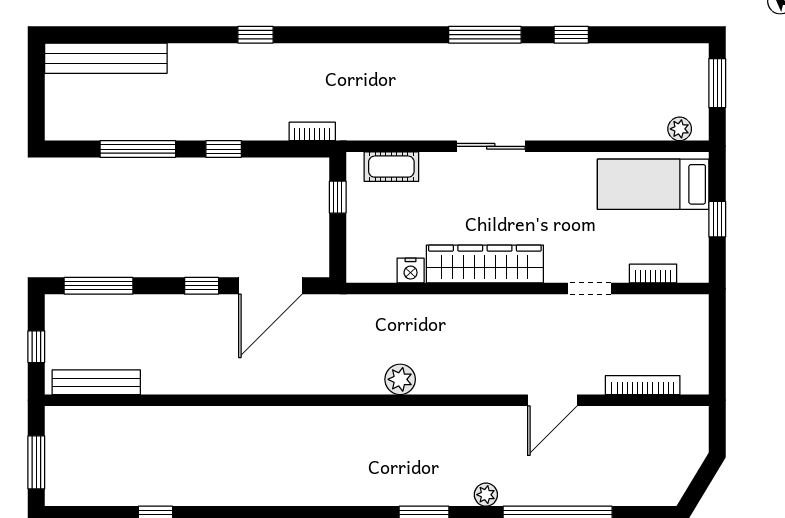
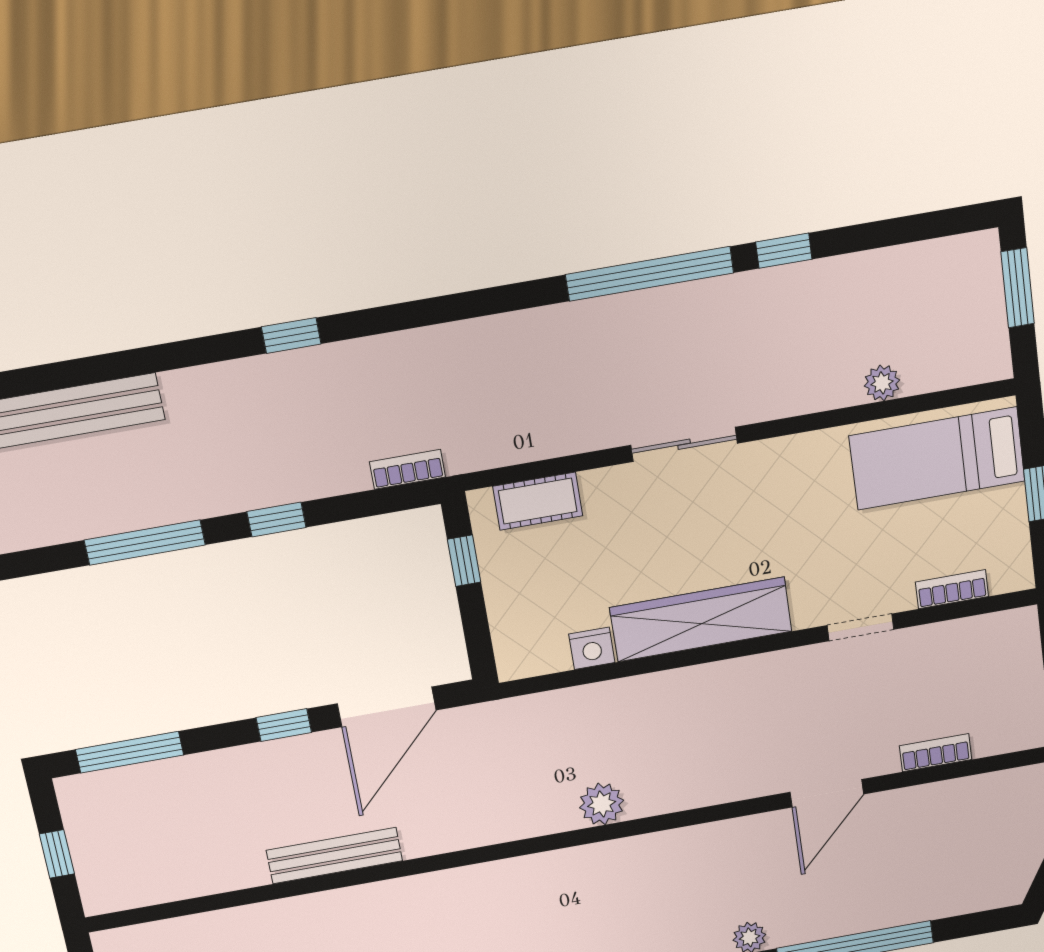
window: (485, 35) -> (650, 274), width x1.46
plant: (680, 129) -> (882, 383), moved
bench: (96, 382) -> (334, 856), moved
bookcase: (643, 385) -> (936, 753), width x0.64

